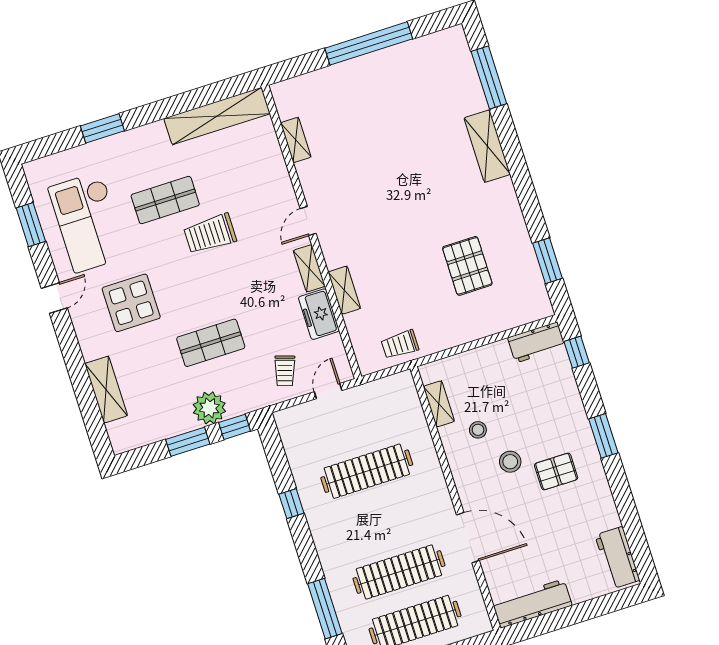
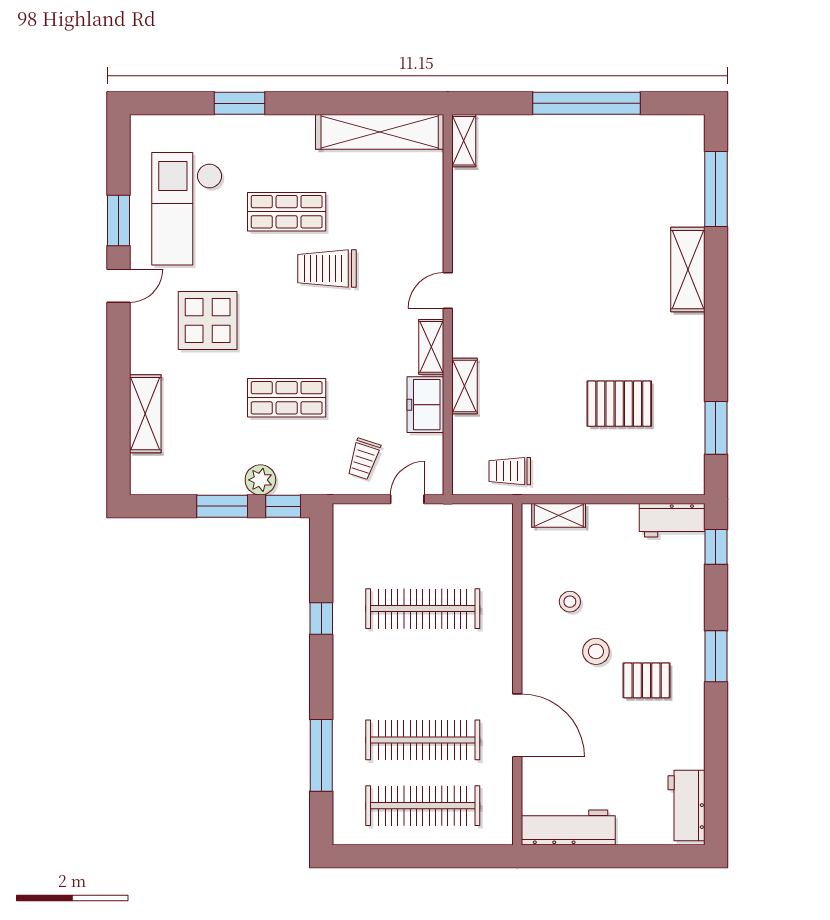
shelving: (296, 140) -> (464, 141), moved
window: (31, 225) -> (119, 221), moved
pallet: (467, 266) -> (619, 404), turned 90
shelving: (439, 404) -> (559, 515), moved, turned 90
plant: (209, 408) -> (260, 480), width x0.73, depth x0.73

